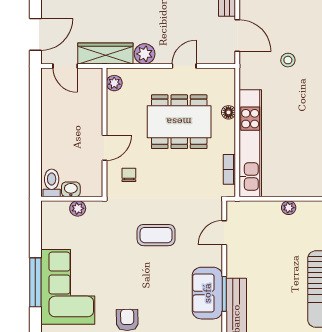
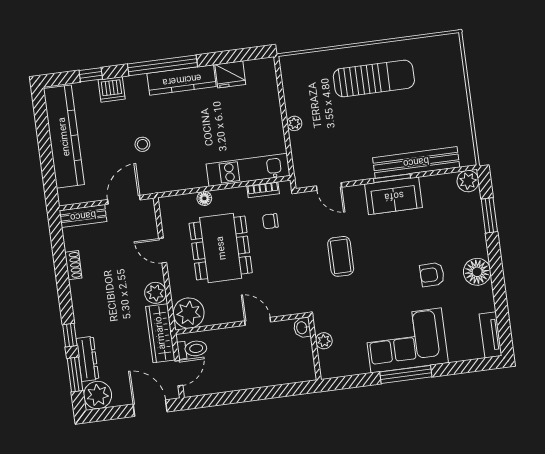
plant: (114, 83) -> (189, 313), width x1.87, depth x1.87
kitchen unit: (250, 143) -> (248, 170), width x0.73
chair: (129, 175) -> (270, 221), moved
toilet: (52, 183) -> (192, 349), moved, turned 180
washbasin: (71, 189) -> (302, 328), moved

